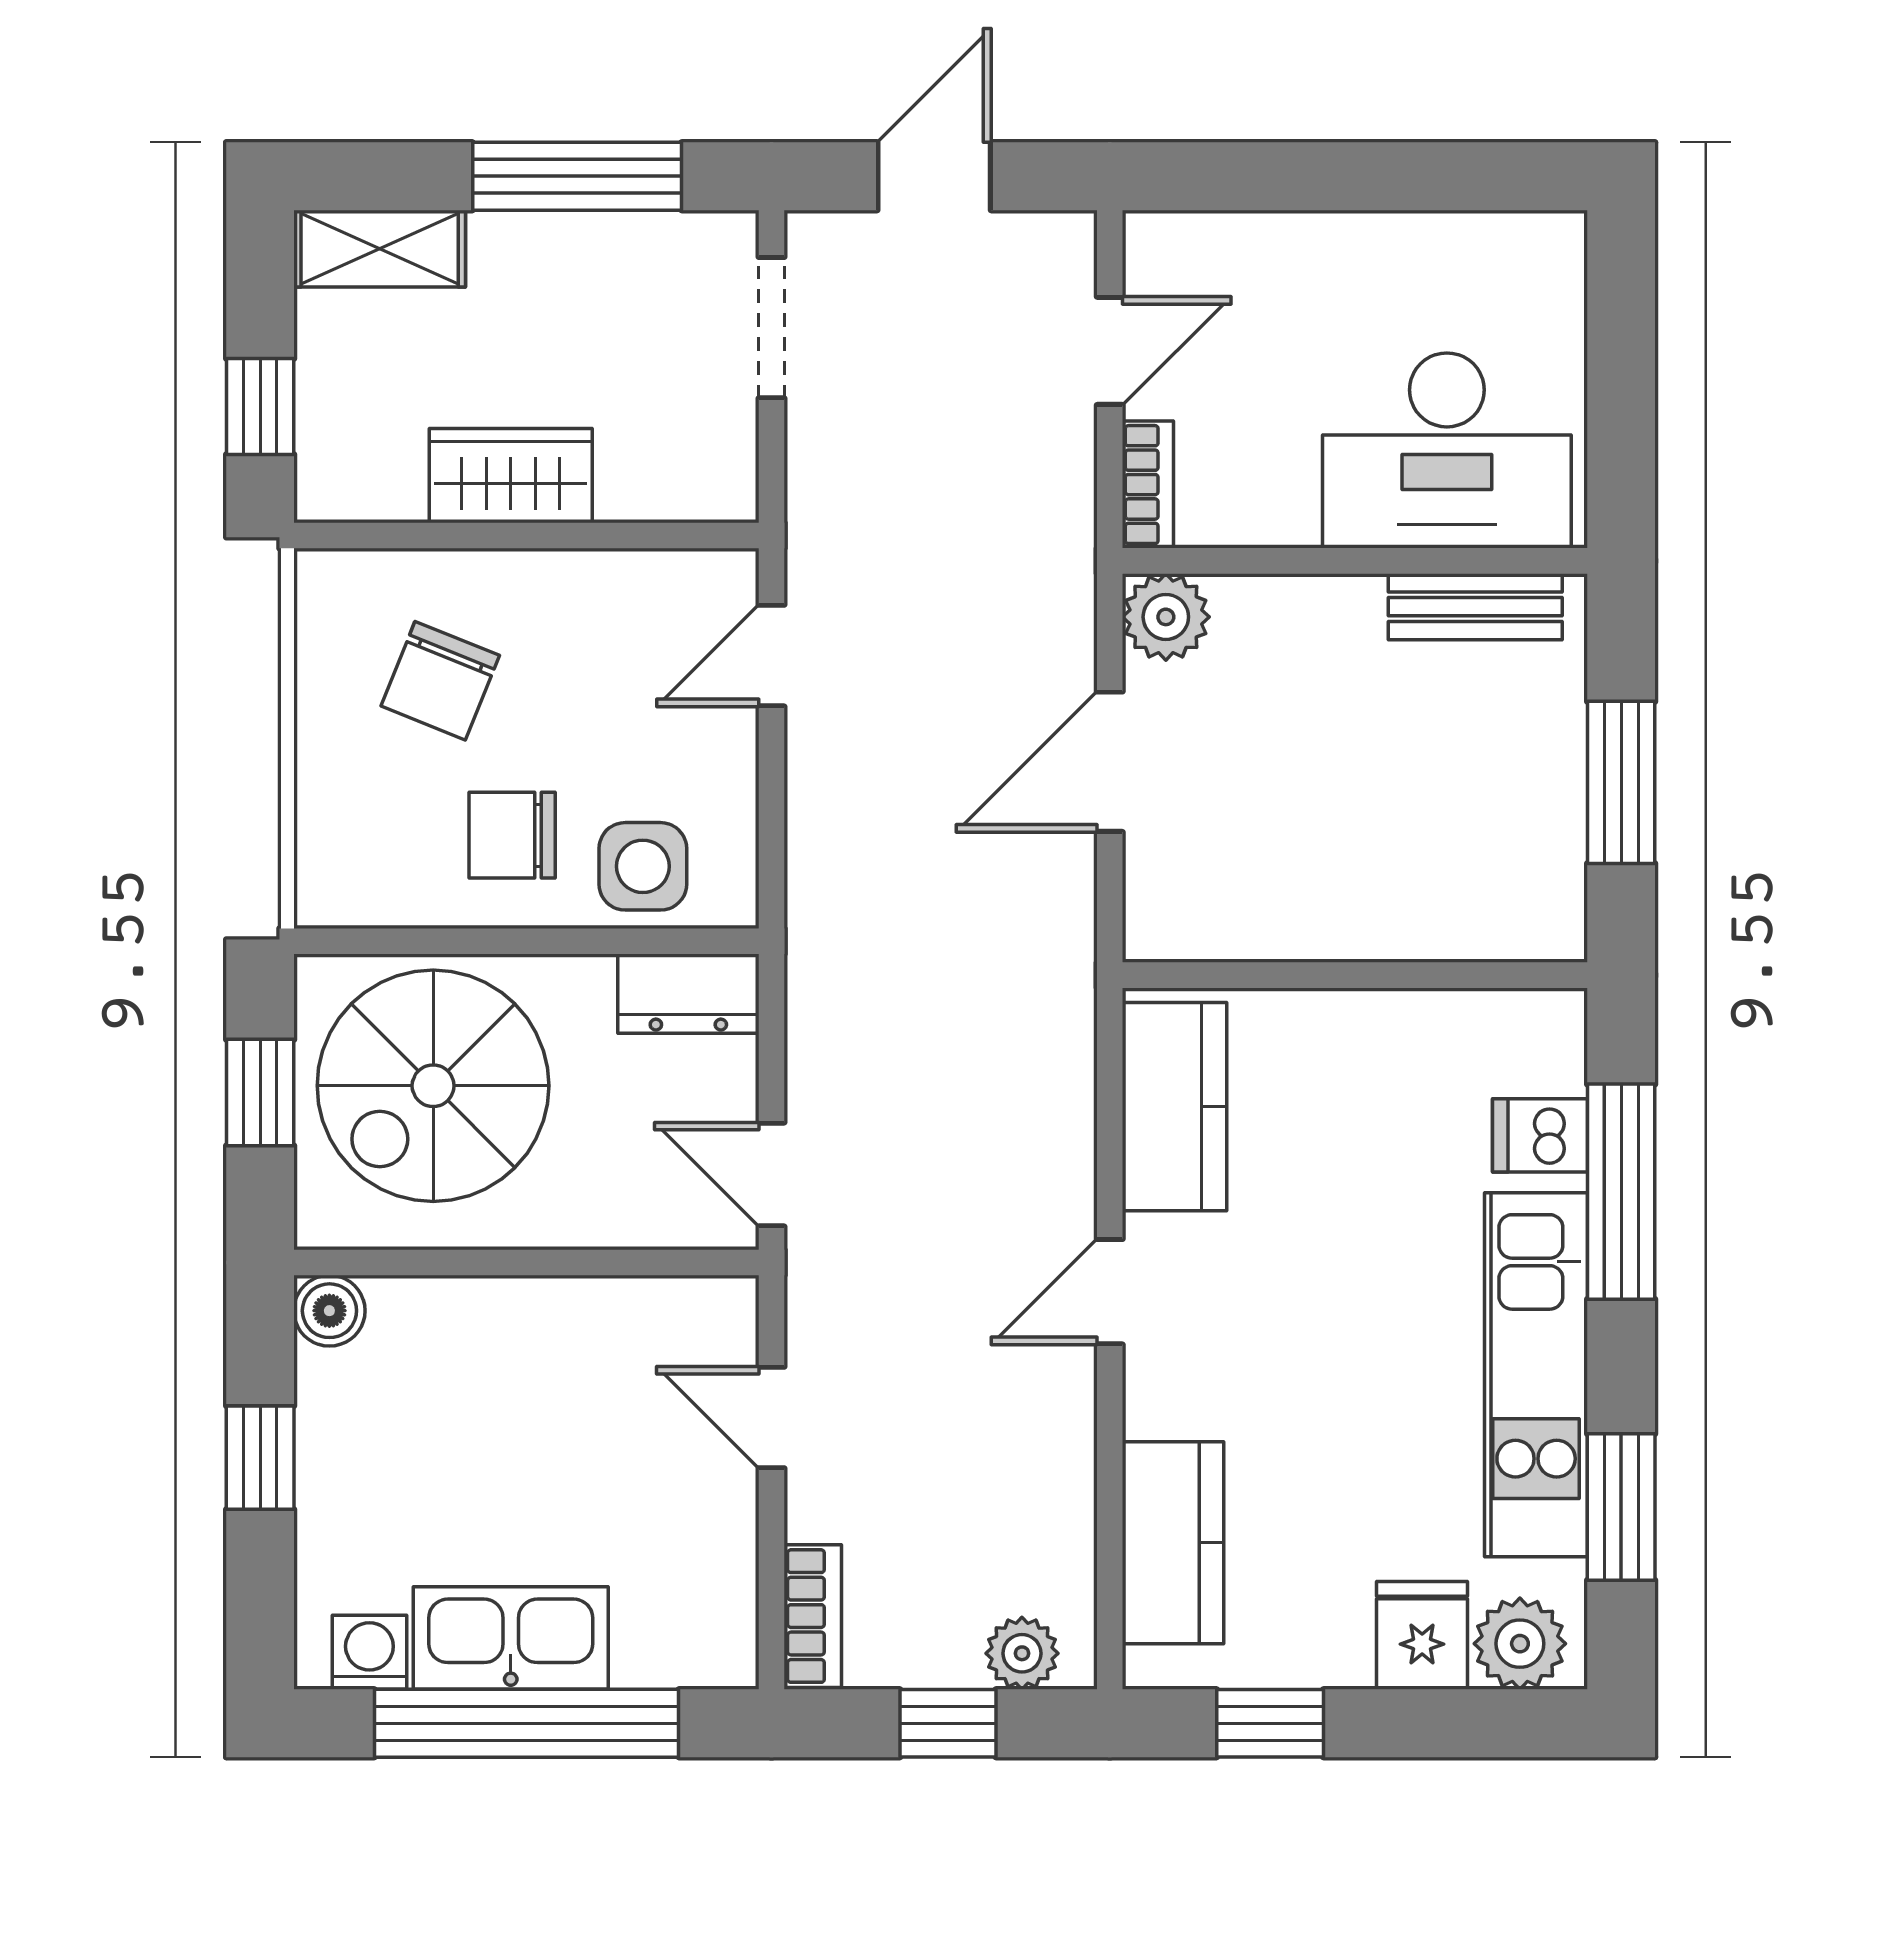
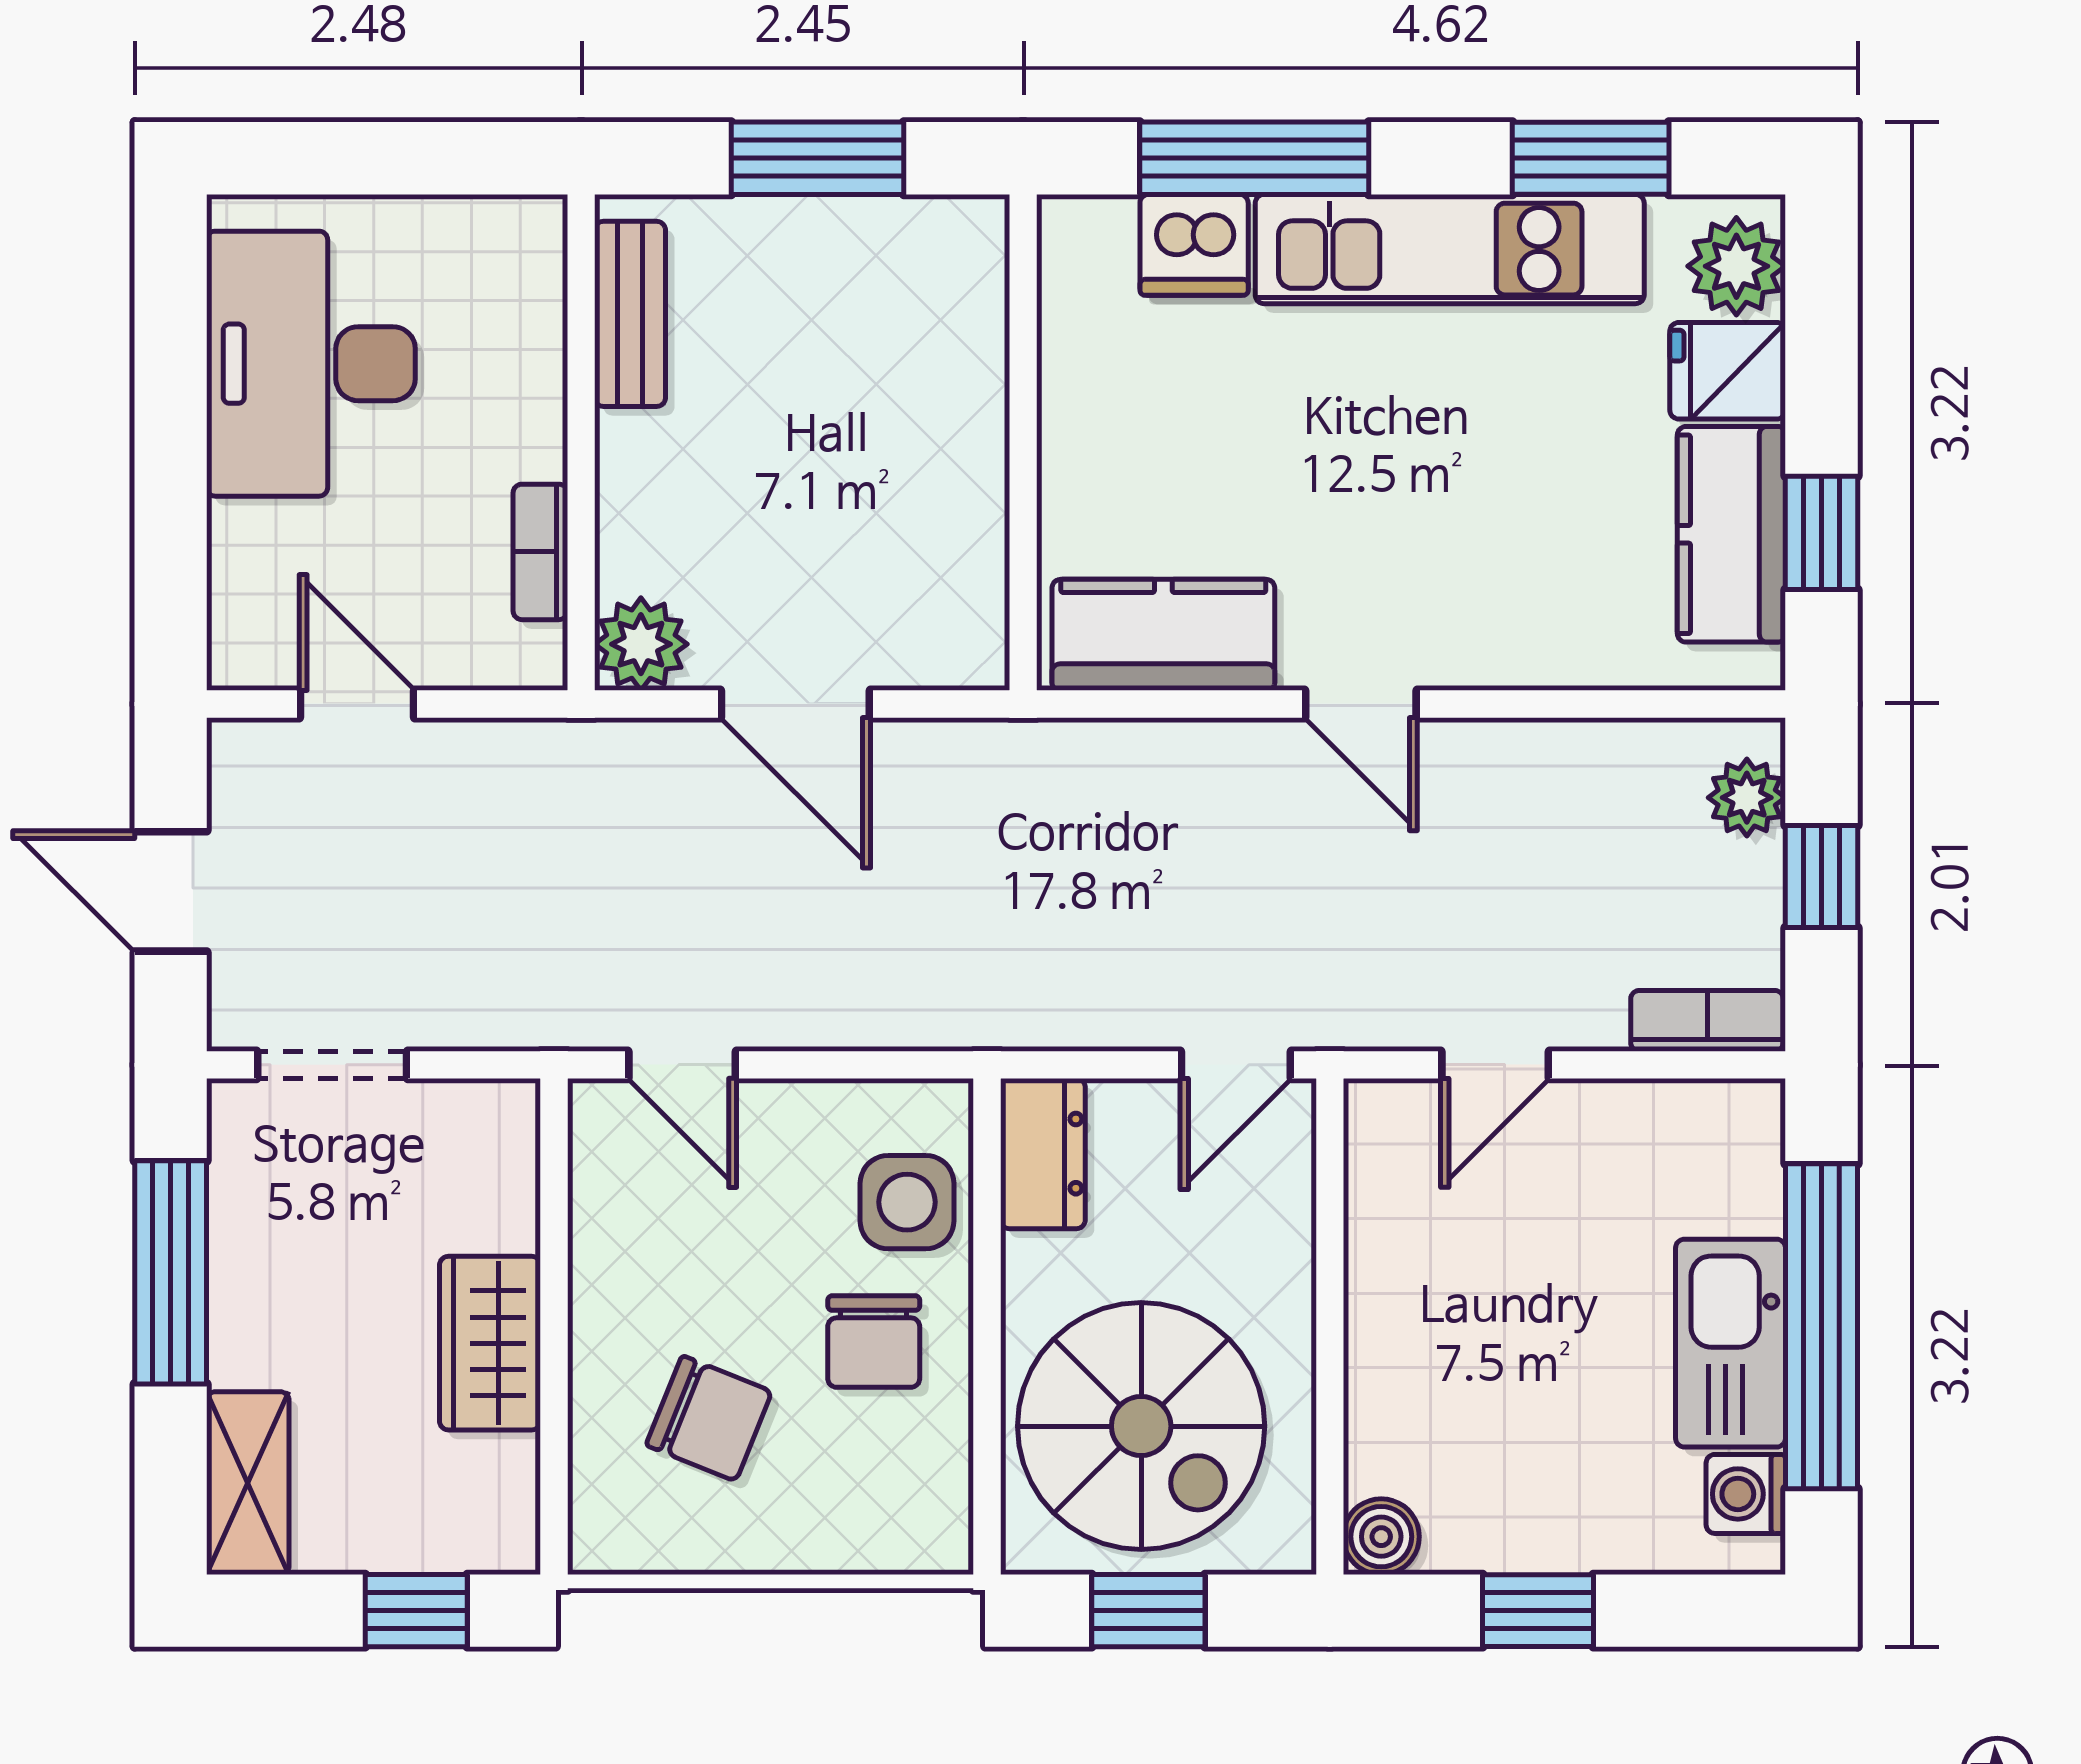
desk: (1447, 450) -> (311, 364), moved, turned 180
bookcase: (1148, 485) -> (540, 552), moved, turned -90
dishwasher: (1540, 1135) -> (1194, 245), width x1.38
kitchen counter: (1173, 1543) -> (1731, 534), moved, turned -90

